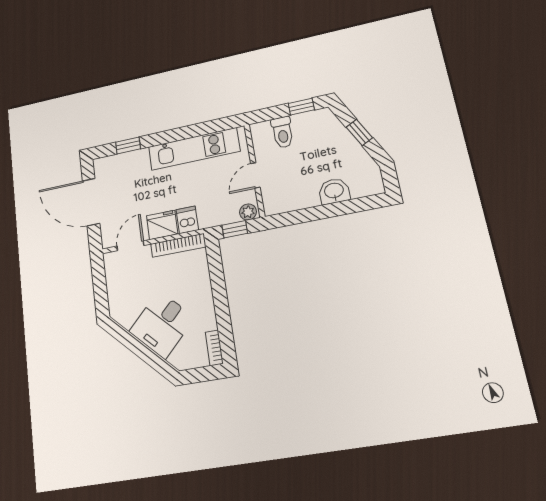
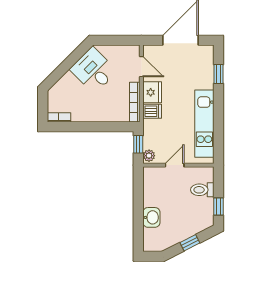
door: (255, 175) -> (175, 165), hinge flipped
desk: (162, 325) -> (93, 70), moved

